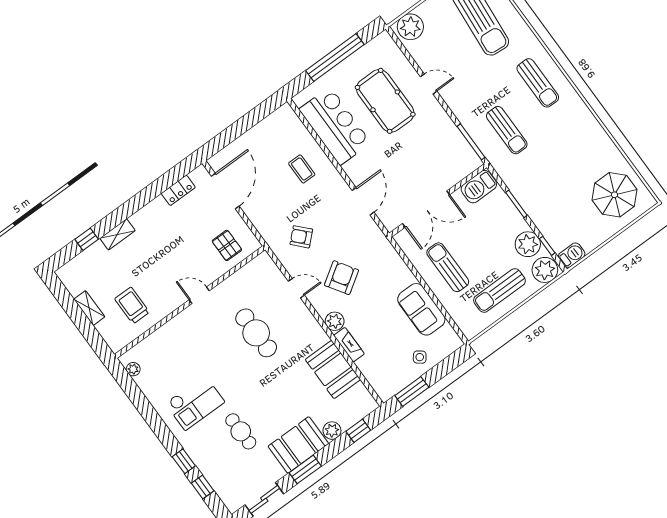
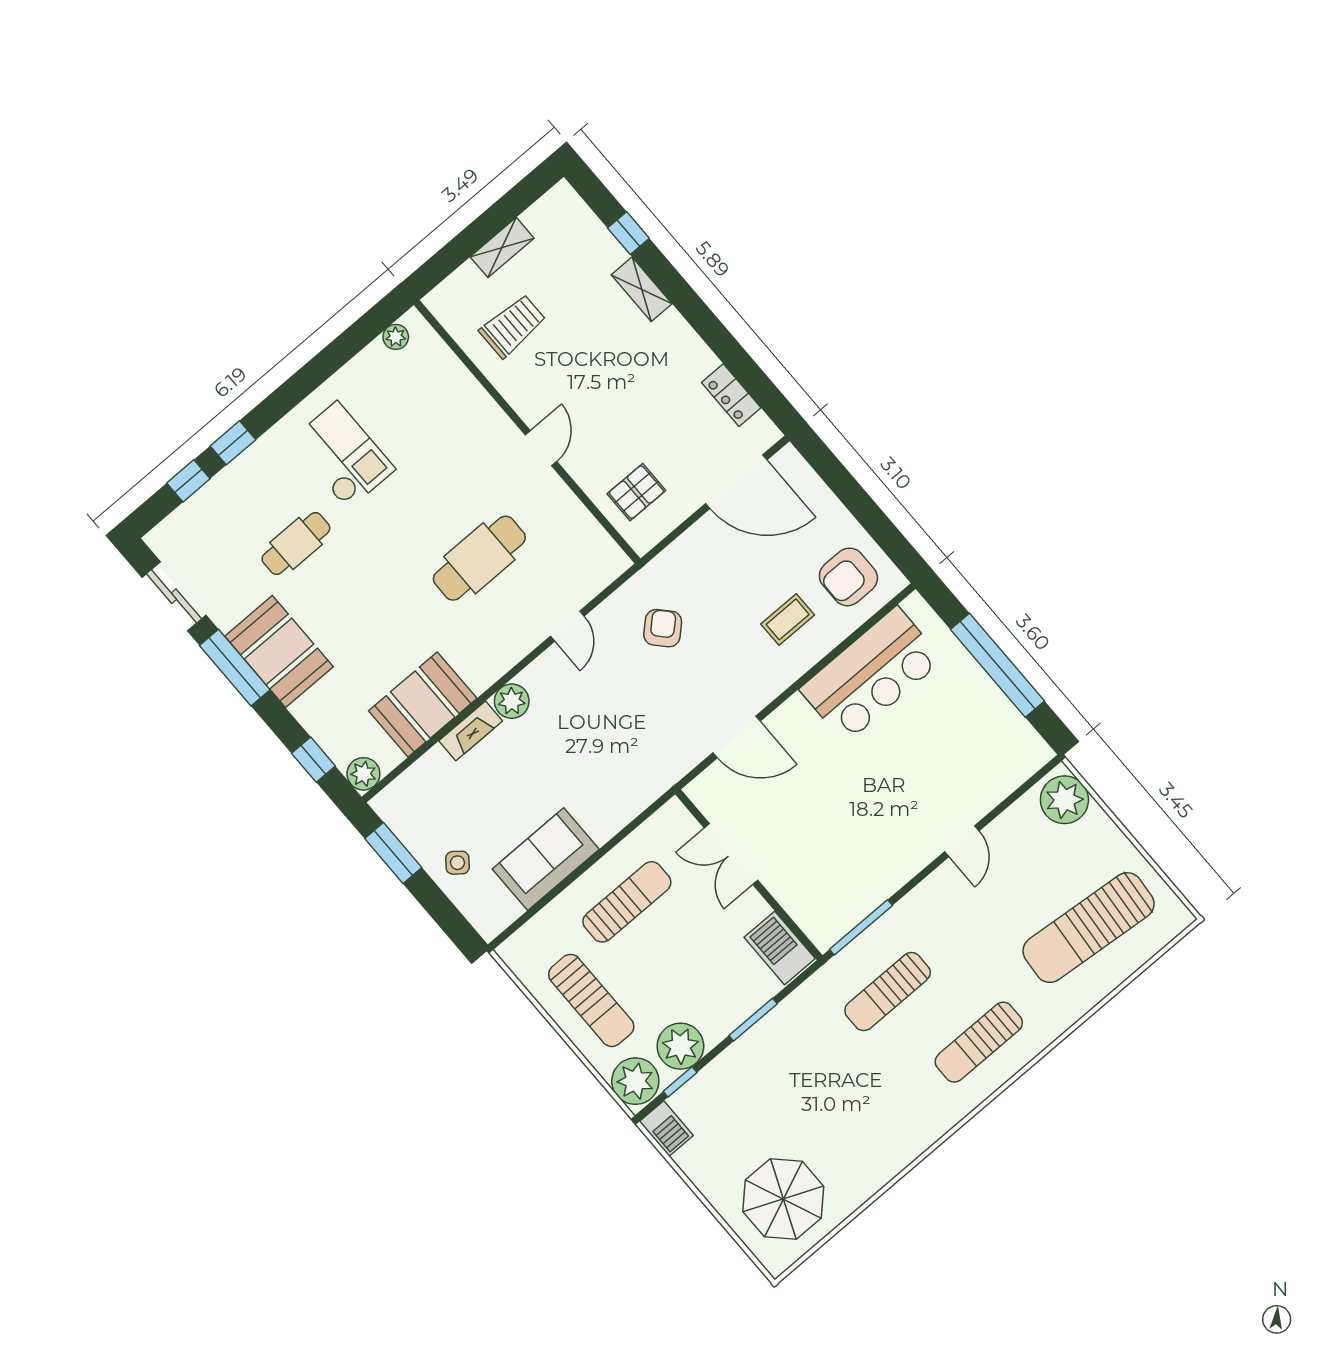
pool table: (385, 101) -> (925, 764), removed
double door: (426, 209) -> (731, 854), width x0.73
armchair: (341, 278) -> (848, 577), moved, turned 123
sun lounger: (499, 290) -> (591, 1000), turned 180
checkout: (195, 403) -> (342, 455), turned 180
plant: (332, 431) -> (363, 774), moved
window: (305, 469) -> (235, 668), width x1.44

